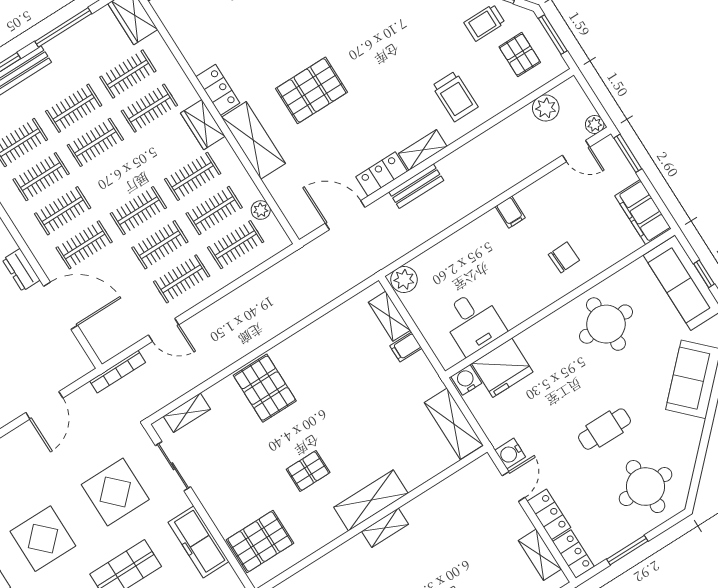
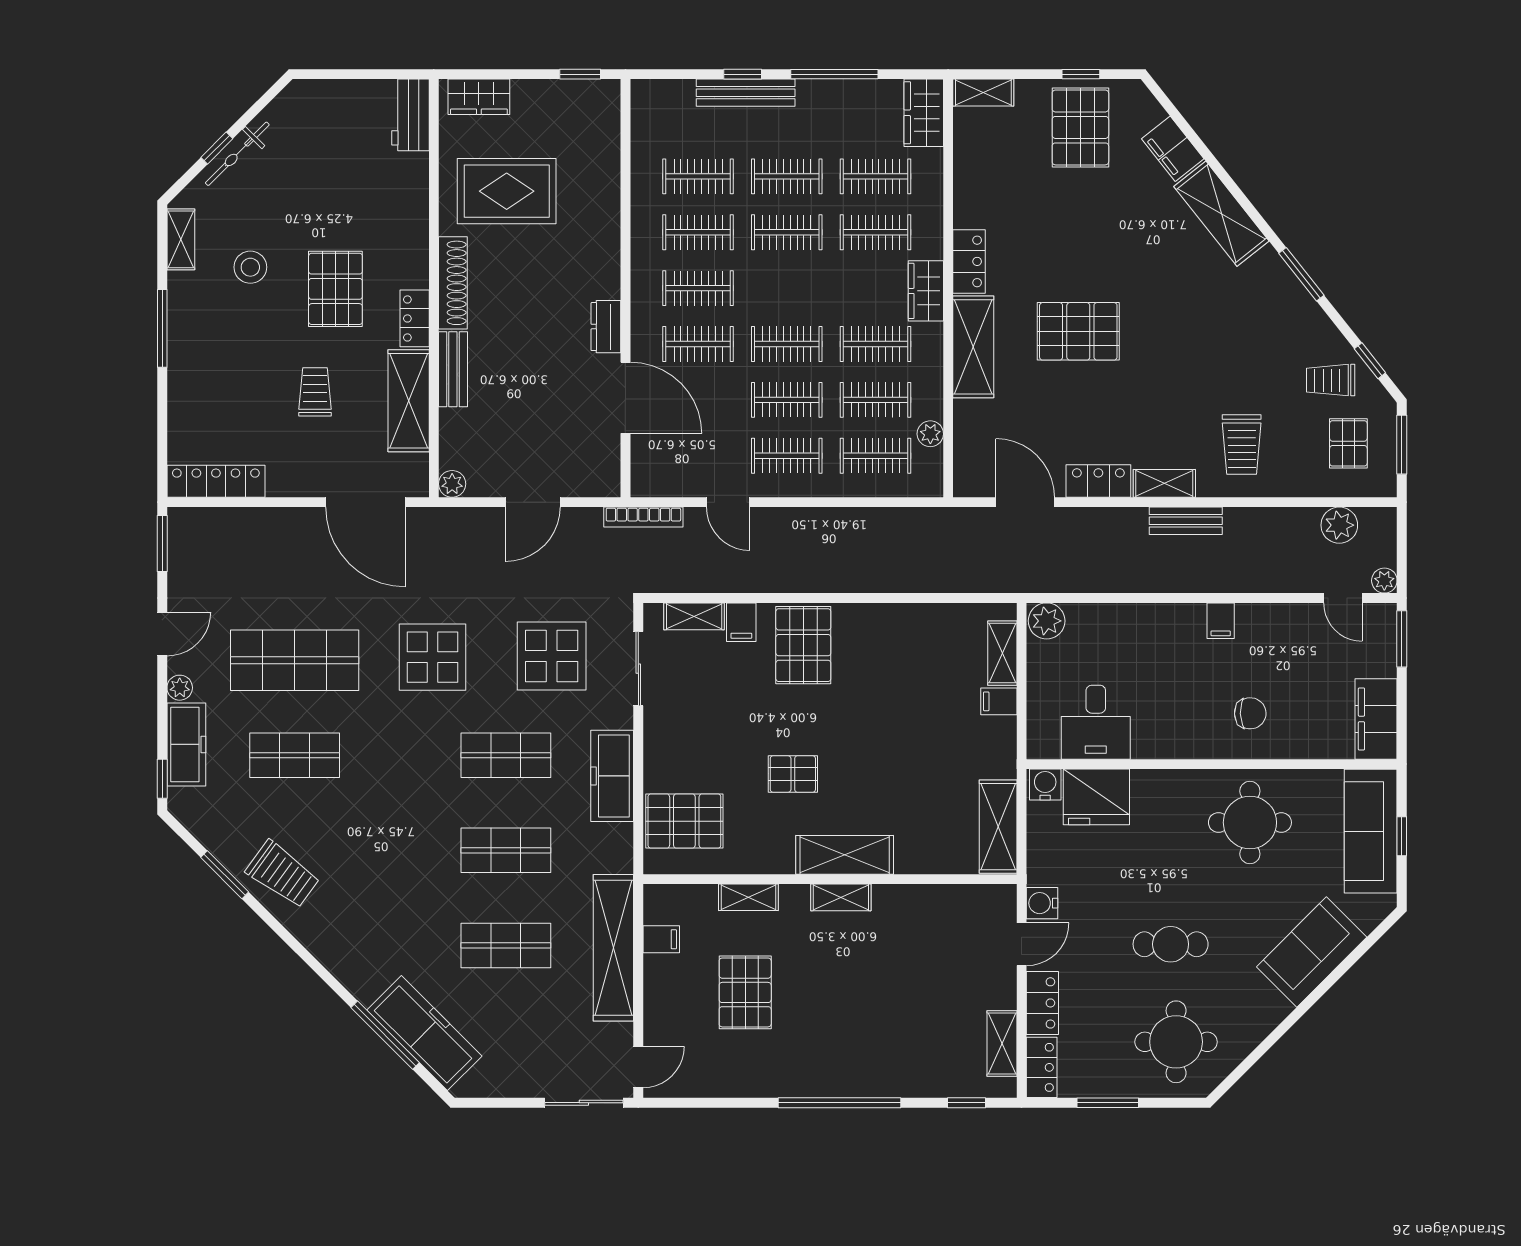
bench: (416, 186) -> (1186, 521), moved
filing cabinet: (218, 398) -> (741, 622), added
shelving: (329, 563) -> (748, 897), added

